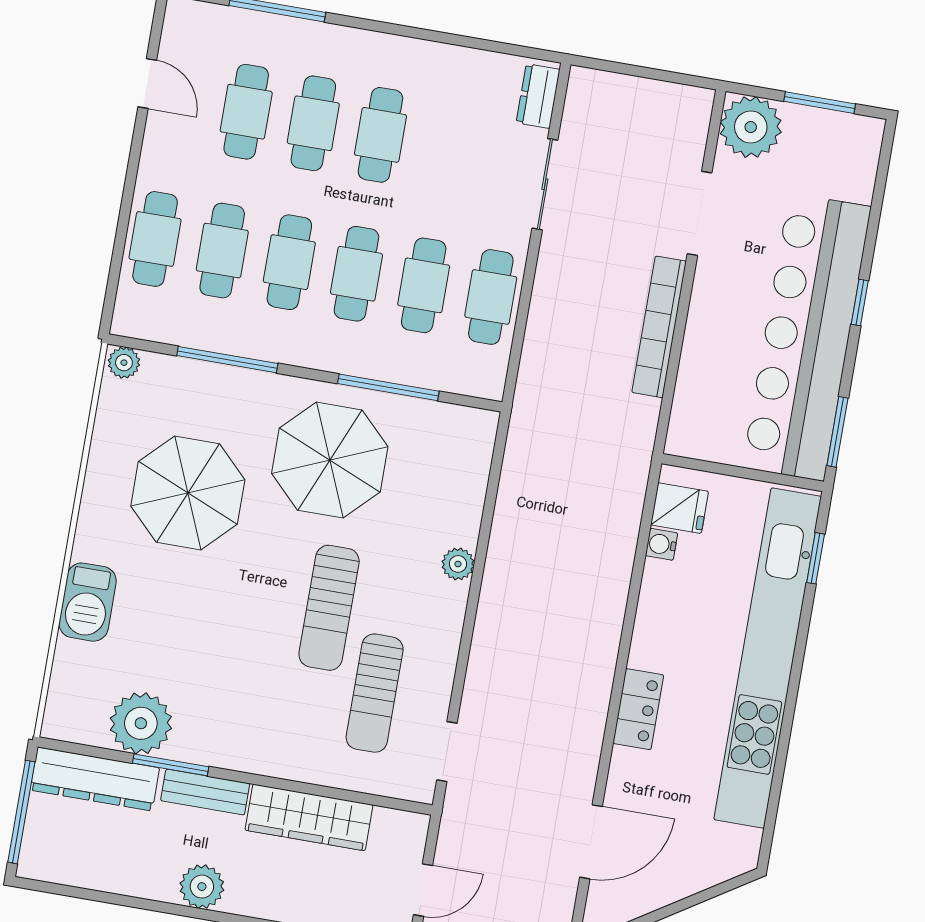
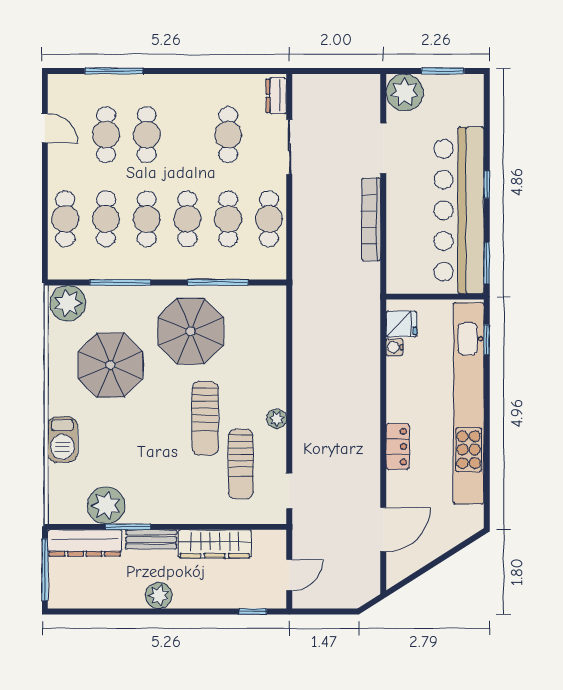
cafe table: (380, 135) -> (228, 135), moved
plant: (124, 363) -> (68, 303), width x1.88, depth x1.88
plant: (458, 564) -> (277, 419), moved

